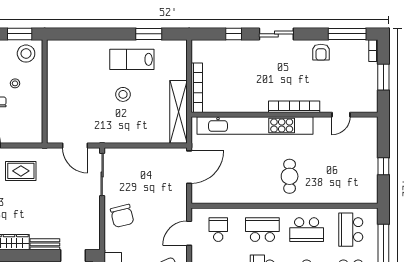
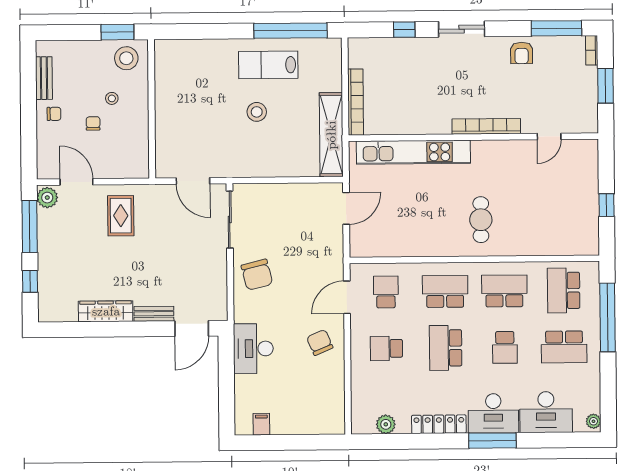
window: (149, 34) -> (290, 31), width x2.11
kitchen unit: (255, 126) -> (413, 152), width x0.73
door: (189, 167) -> (346, 208), width x0.73
rug: (21, 171) -> (121, 216), turned 90
school desk: (307, 230) -> (504, 291), turned 180

